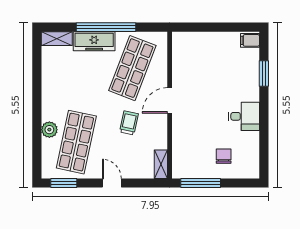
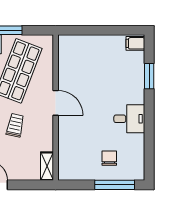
door: (170, 100) -> (56, 103), swing flipped
window: (201, 183) -> (115, 185), moved

